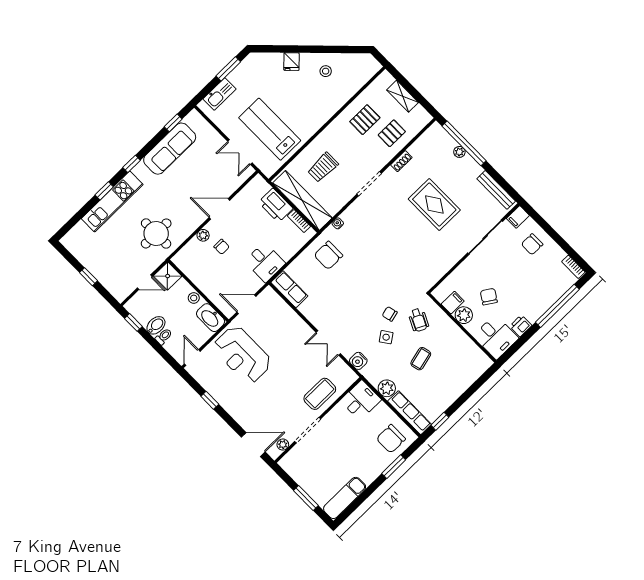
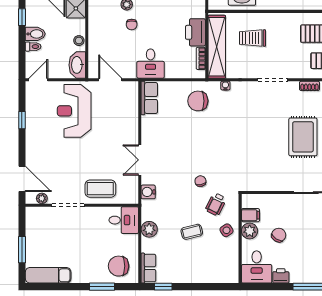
side table: (386, 337) -> (226, 230), moved
row of seats: (410, 413) -> (148, 268), width x0.68

